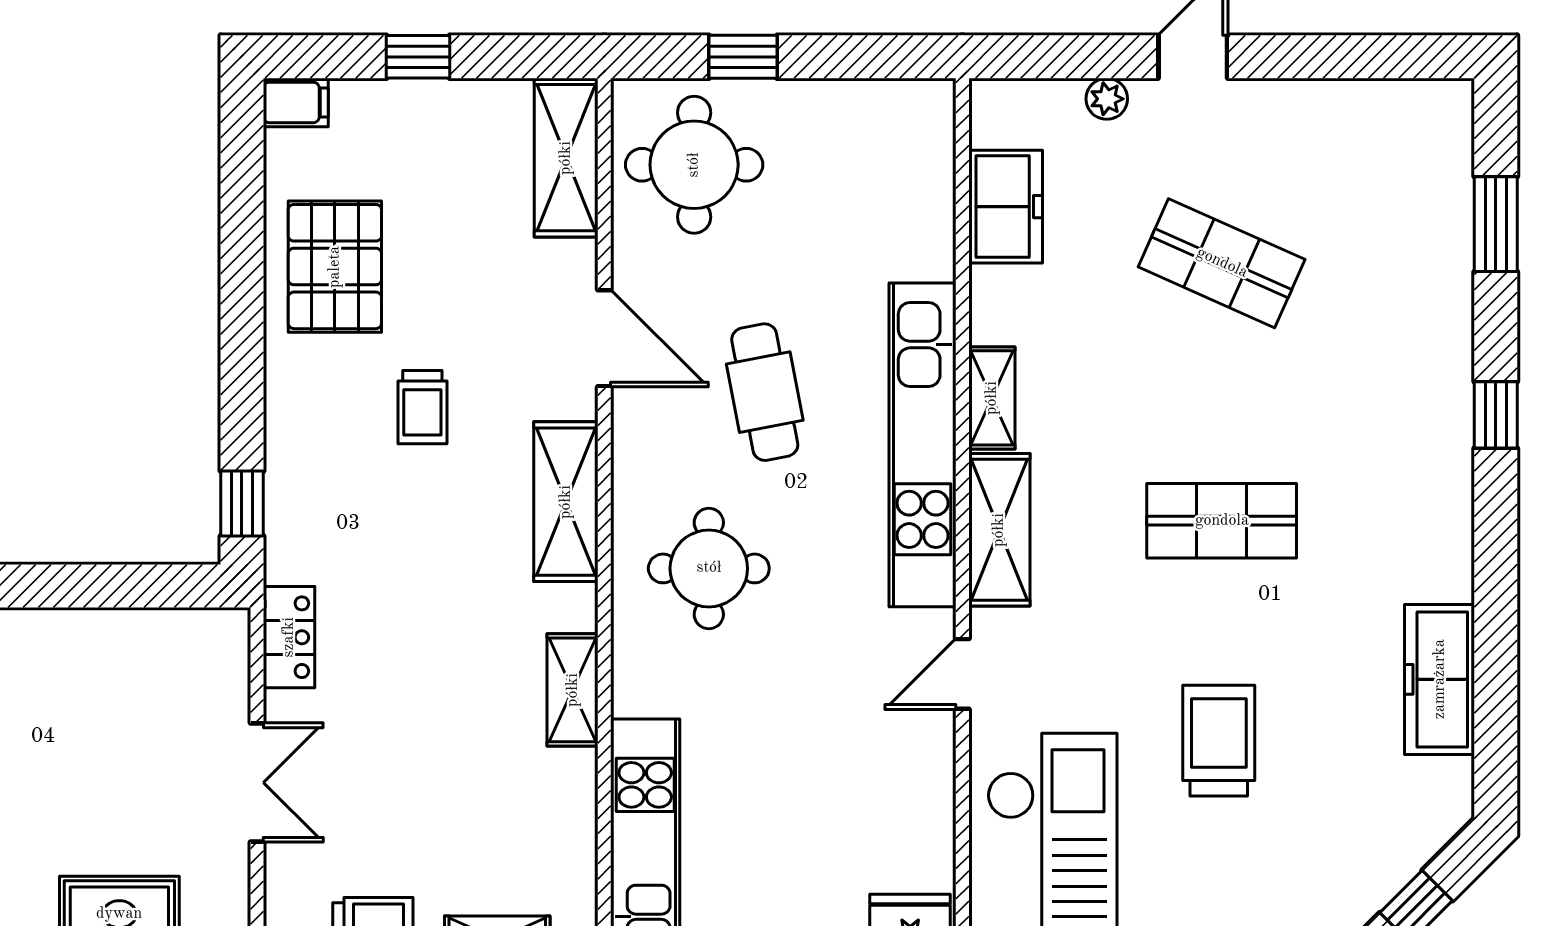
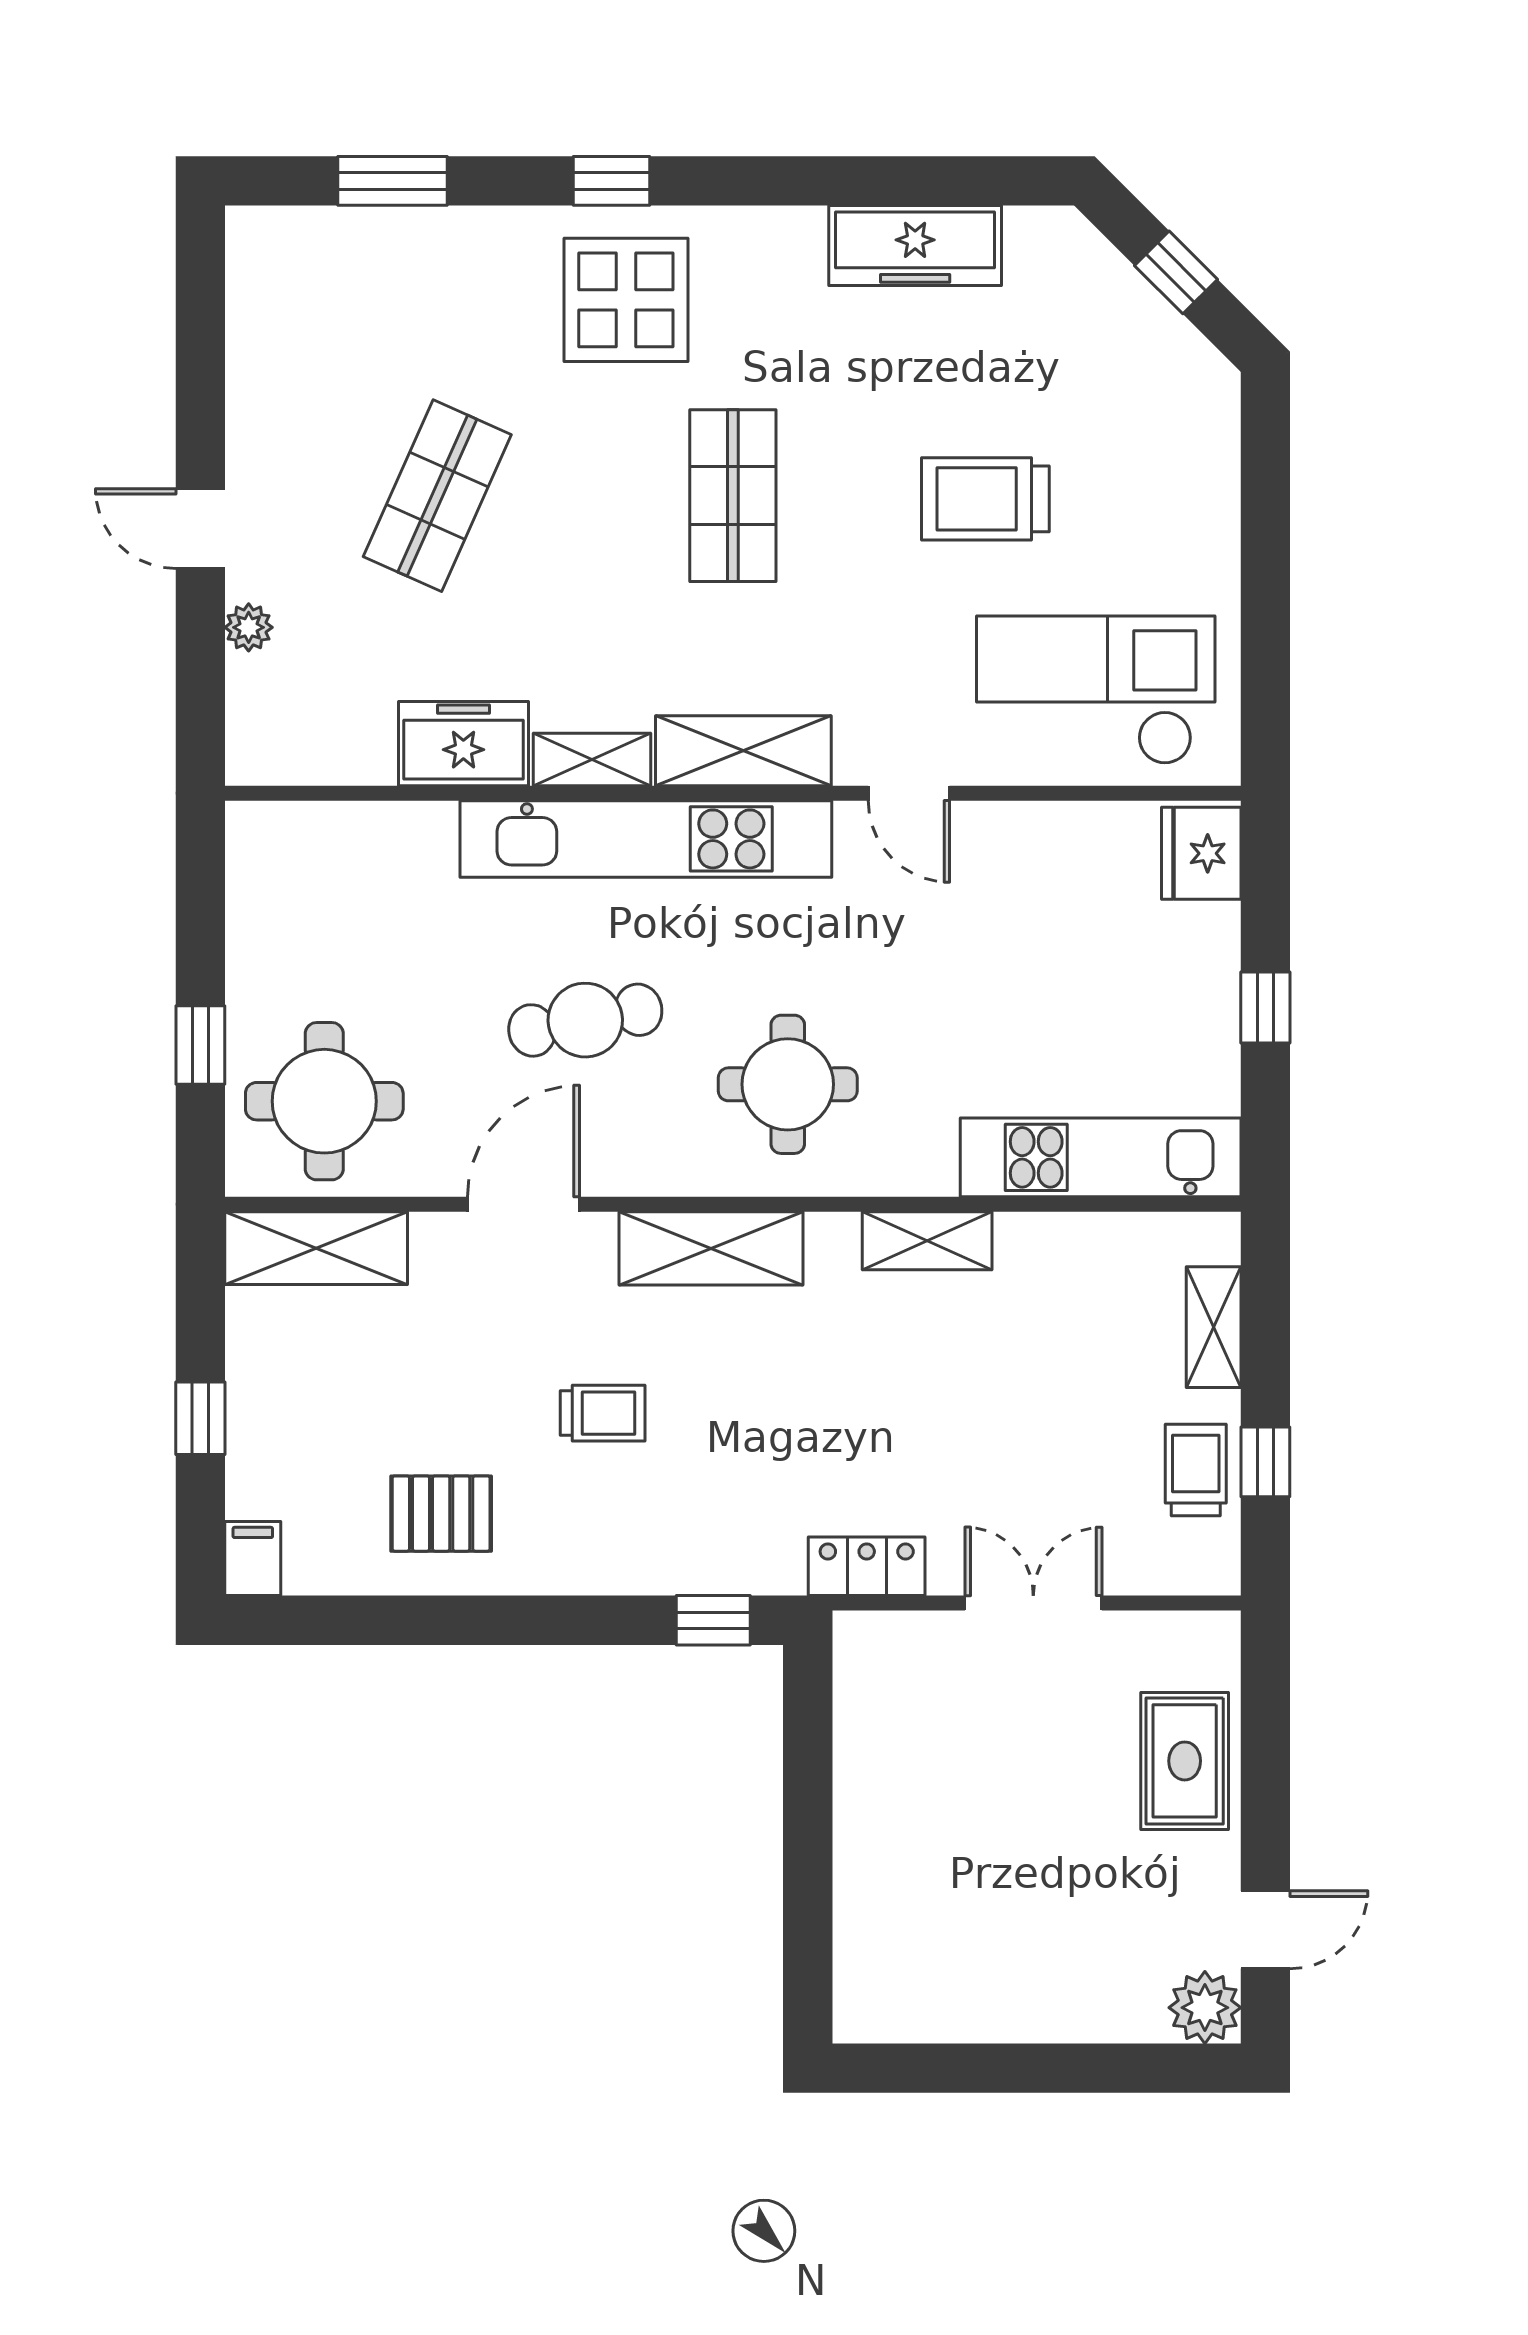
freezer: (1006, 207) -> (463, 744), moved
pallet: (335, 267) -> (441, 1514), width x0.67, depth x0.71
display table: (1392, 428) -> (626, 300), added

